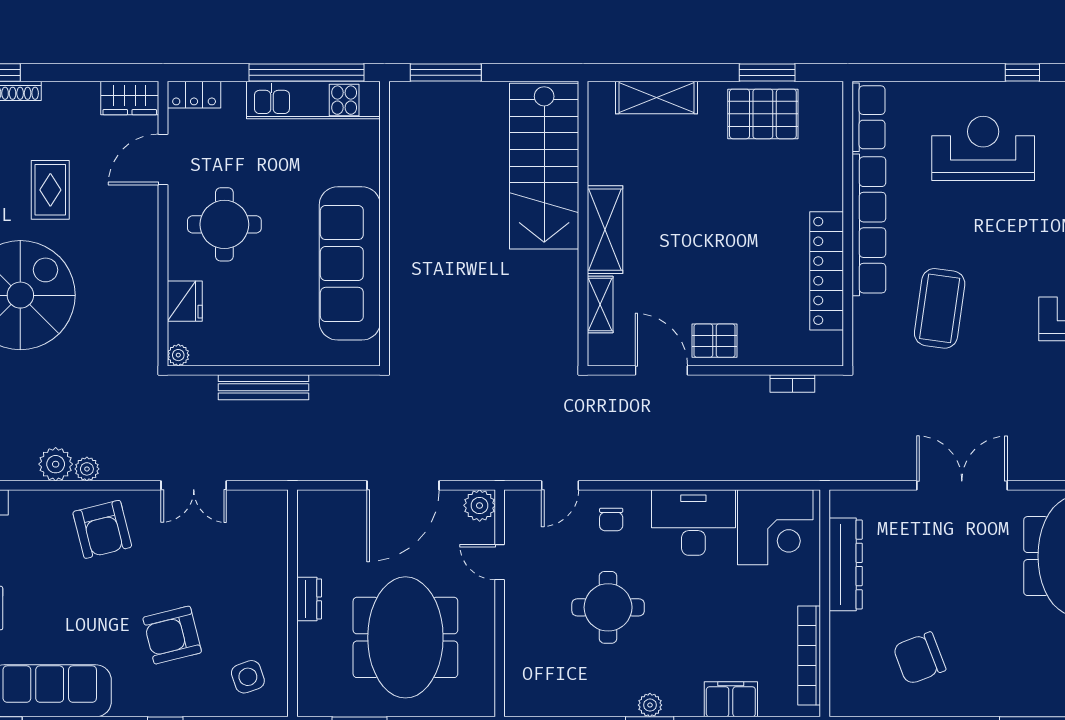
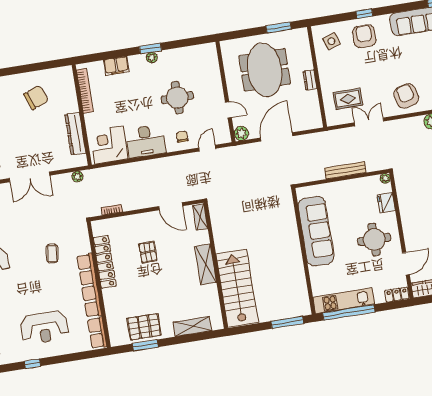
shelving: (600, 304) -> (200, 217), moved
coffee table: (940, 308) -> (52, 253), width x0.54, depth x0.58
pallet: (714, 341) -> (148, 252), moved, turned 90
plant: (87, 469) -> (77, 177), moved
rug: (232, 544) -> (348, 99), added
armchair: (172, 635) -> (364, 36), moved, turned -76

